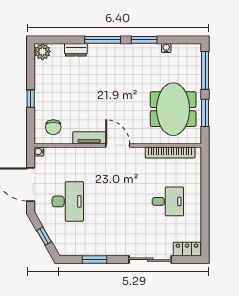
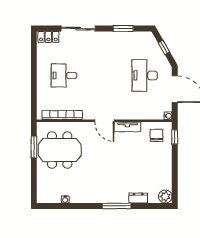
window: (144, 40) -> (83, 206), removed
window: (205, 70) -> (34, 181), removed
window: (31, 99) -> (175, 137), moved
meeting table: (173, 109) -> (60, 150), turned 90

